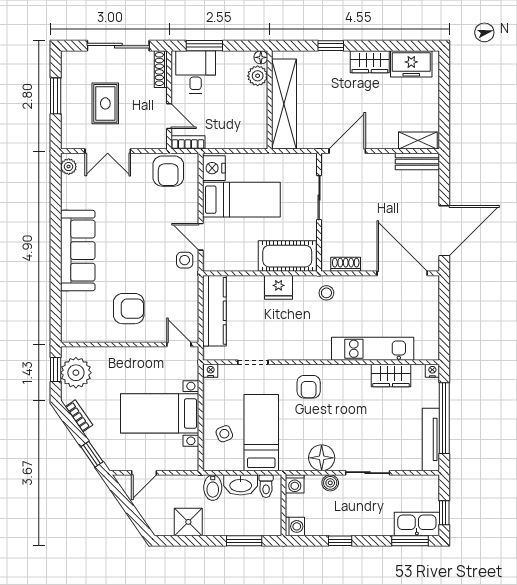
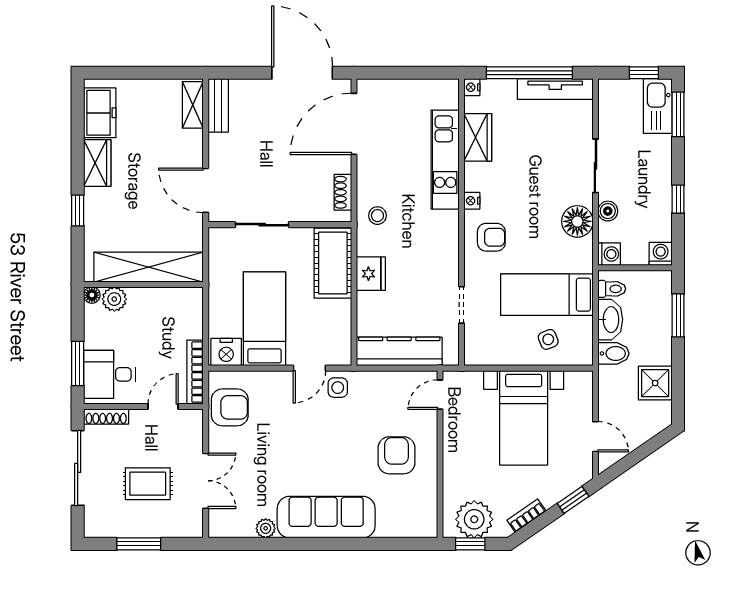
bookcase: (188, 142) -> (195, 372), width x1.56
plant: (69, 167) -> (266, 528), moved
nightstand: (211, 371) -> (472, 201), moved

